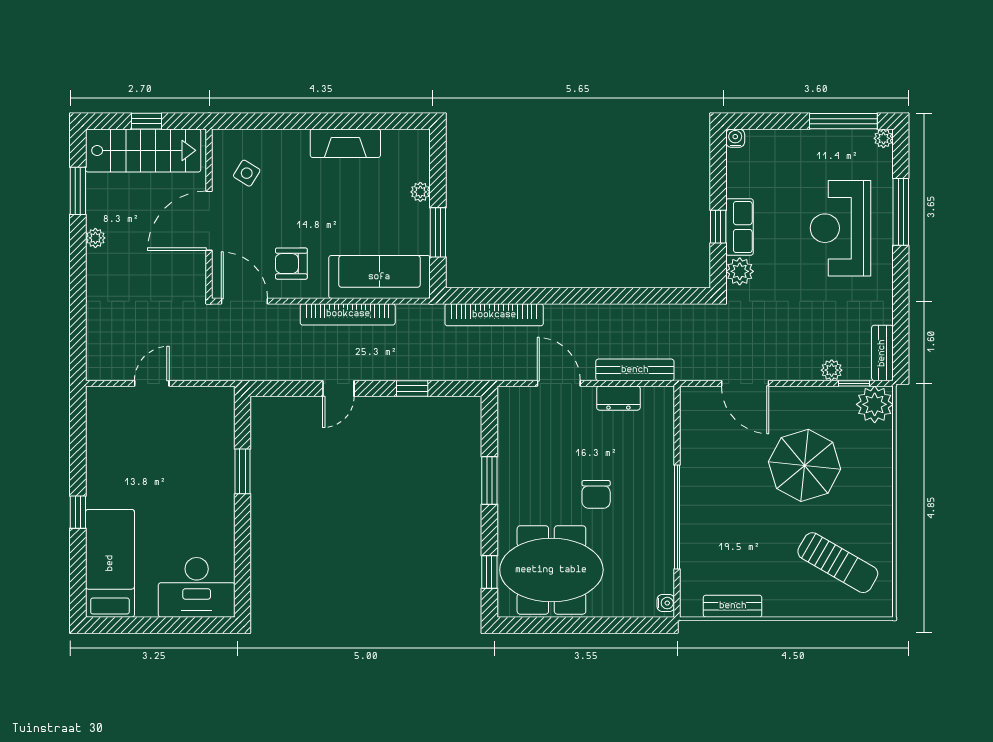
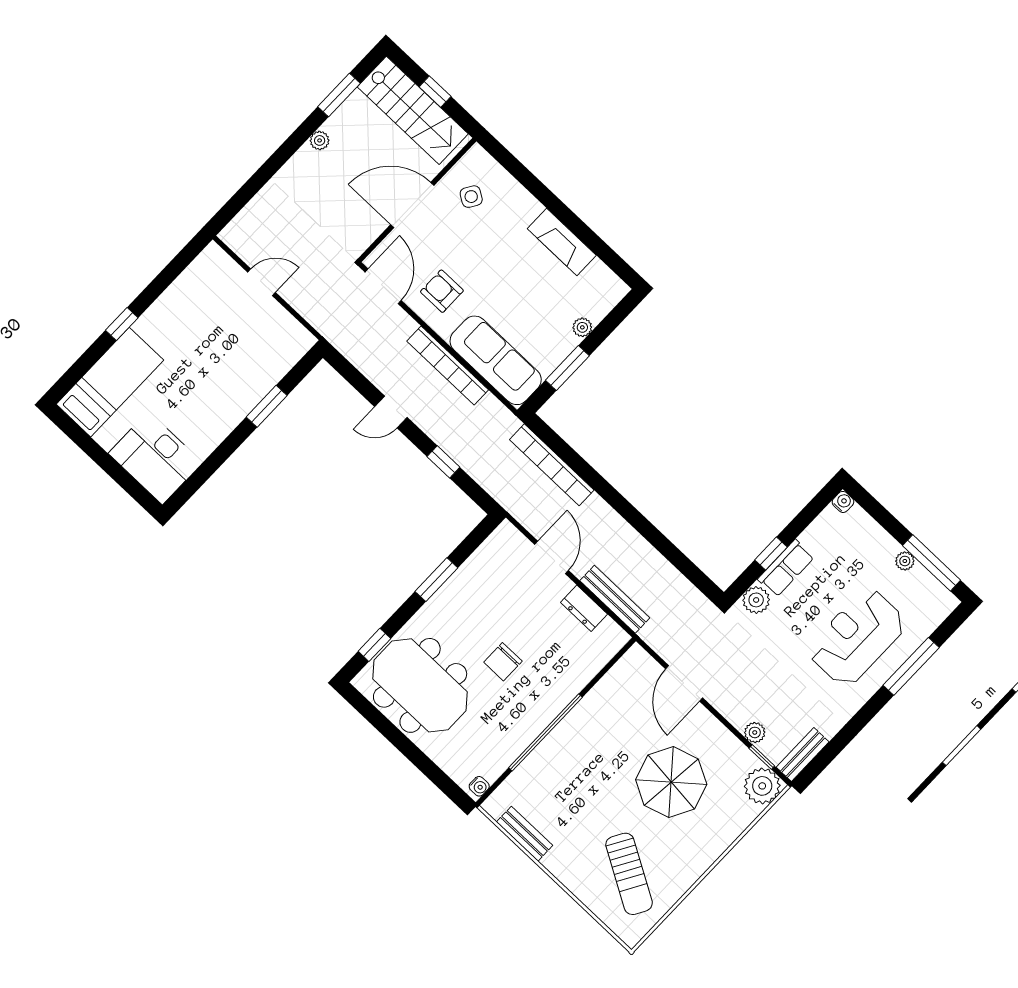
plant: (883, 138) -> (905, 561), moved

